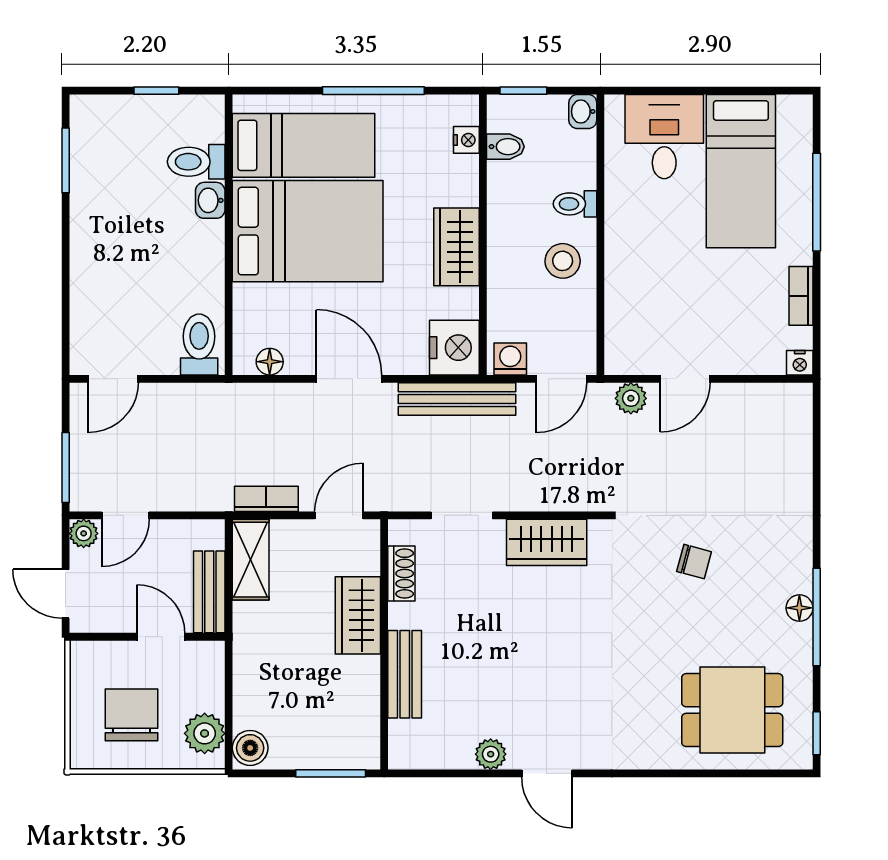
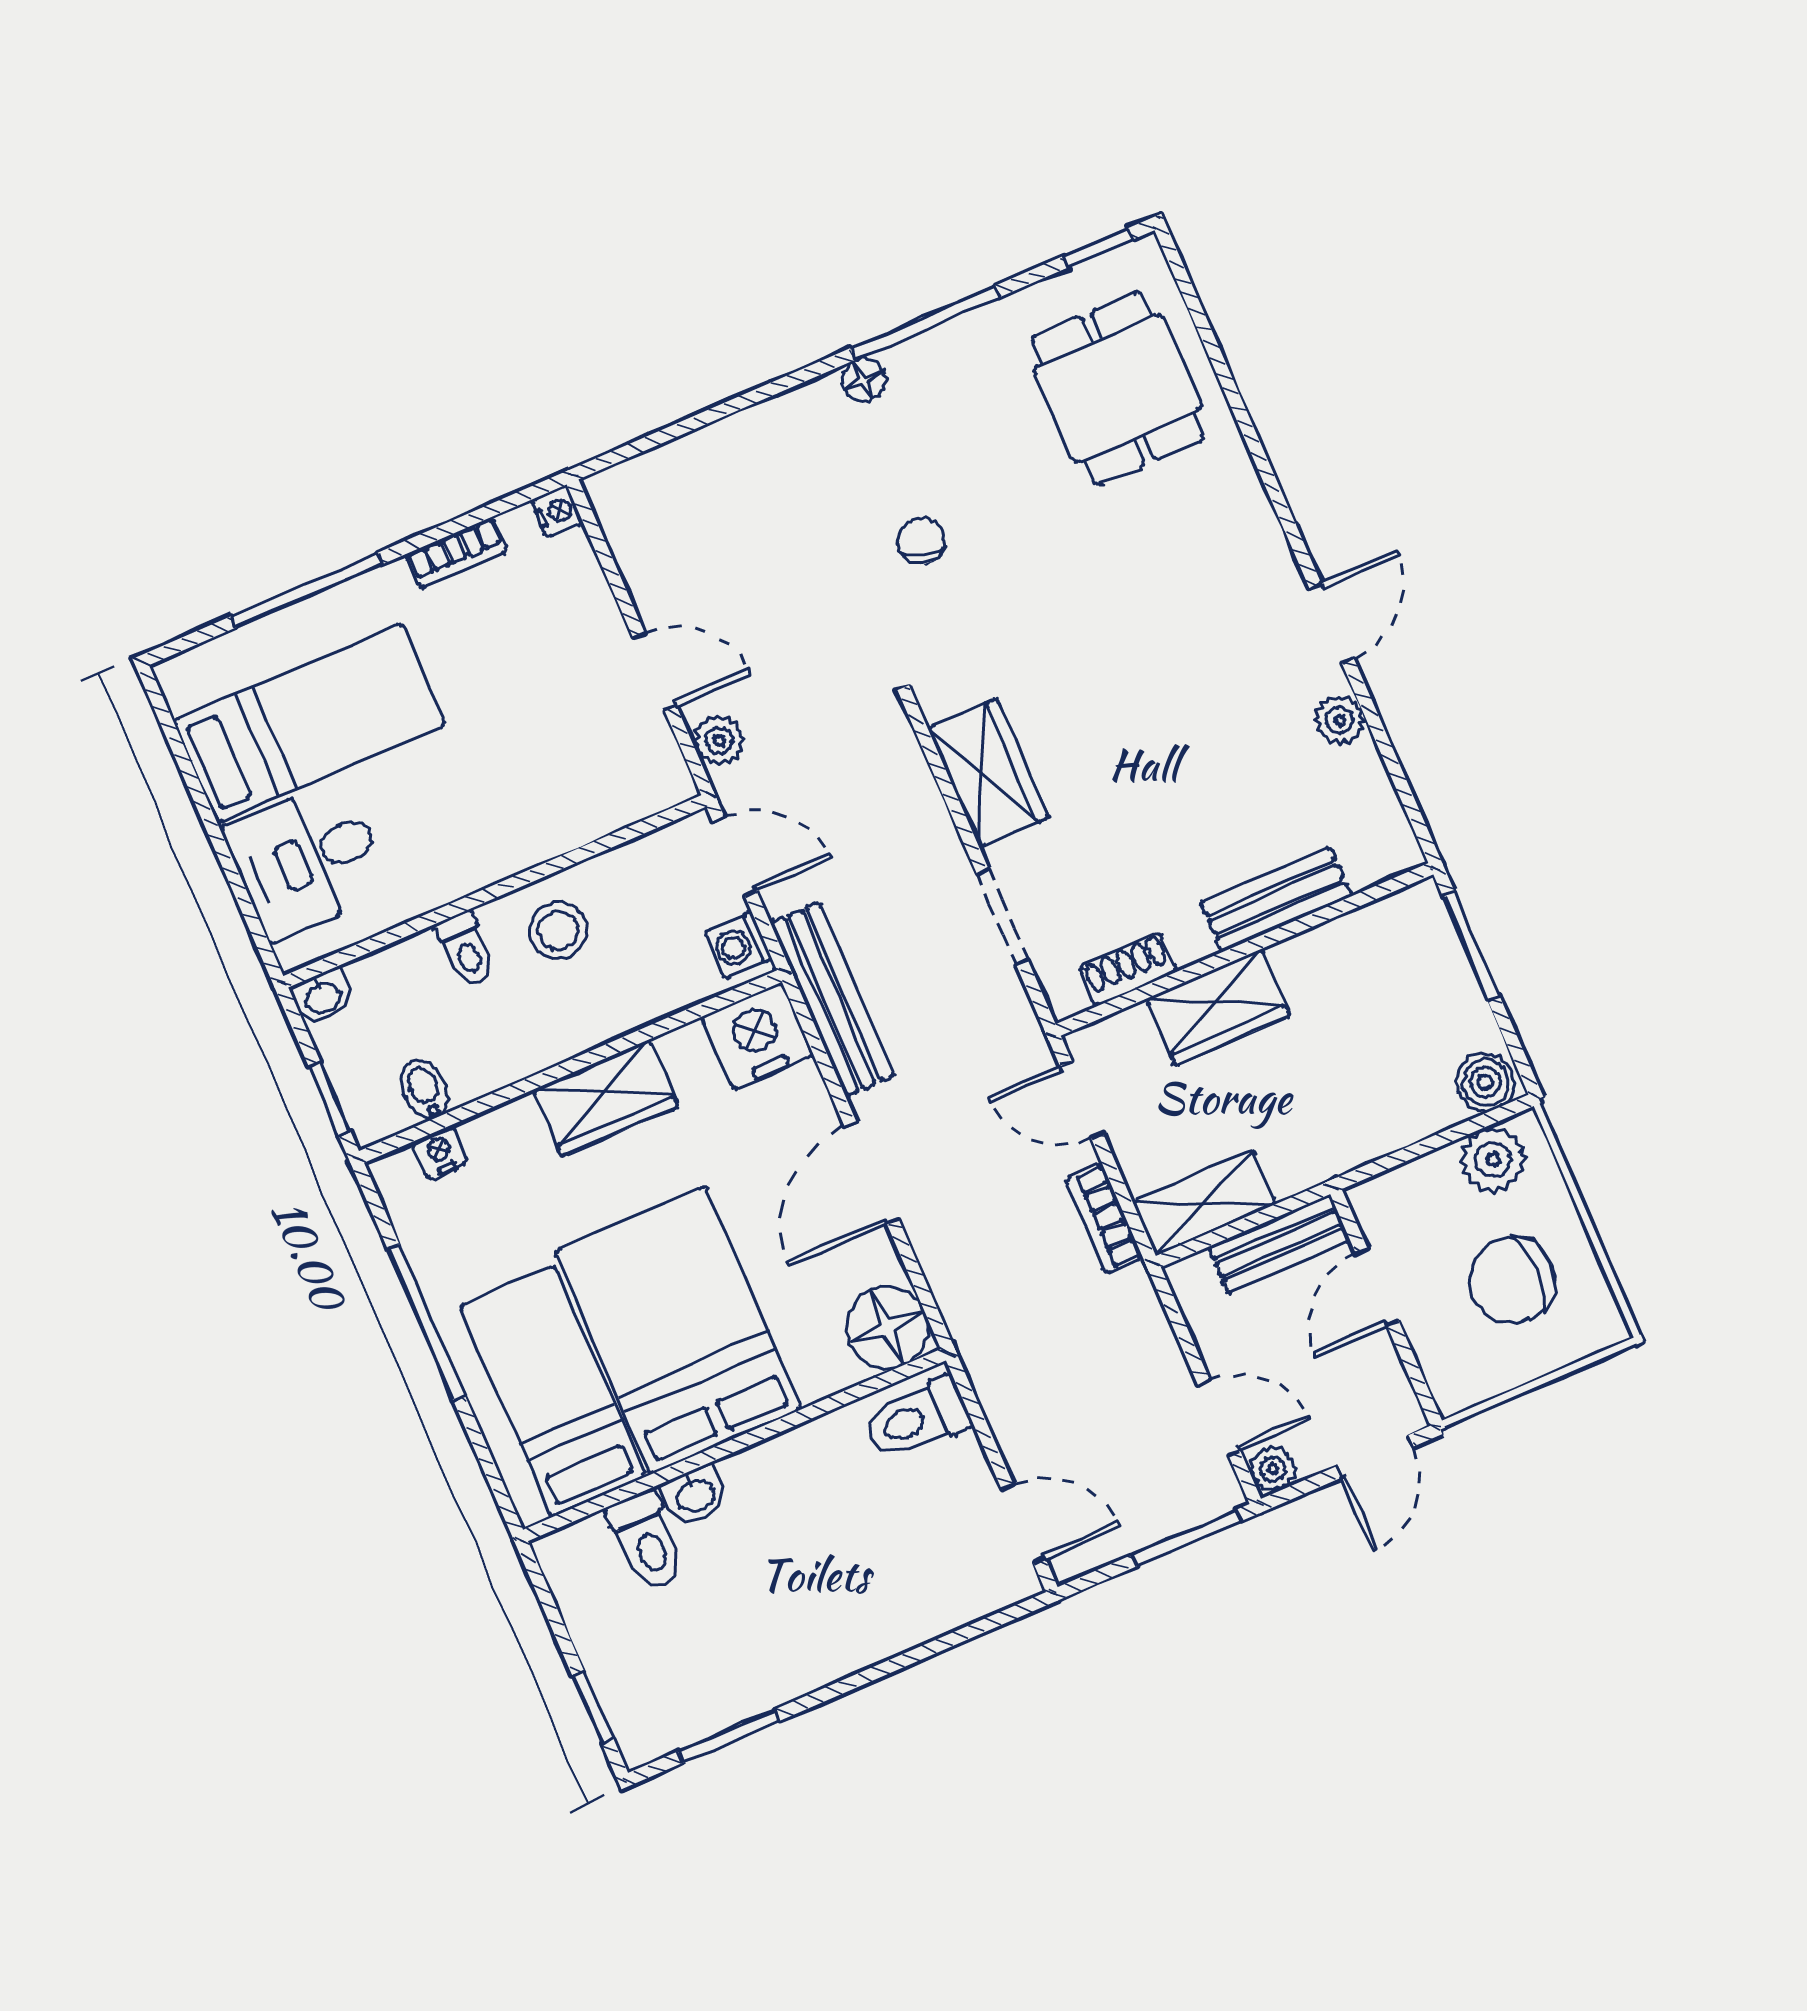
window: (156, 91) -> (593, 1707), moved
floor lamp: (270, 362) -> (887, 1327), width x1.89, depth x1.89
floor lamp: (799, 608) -> (863, 380), moved

